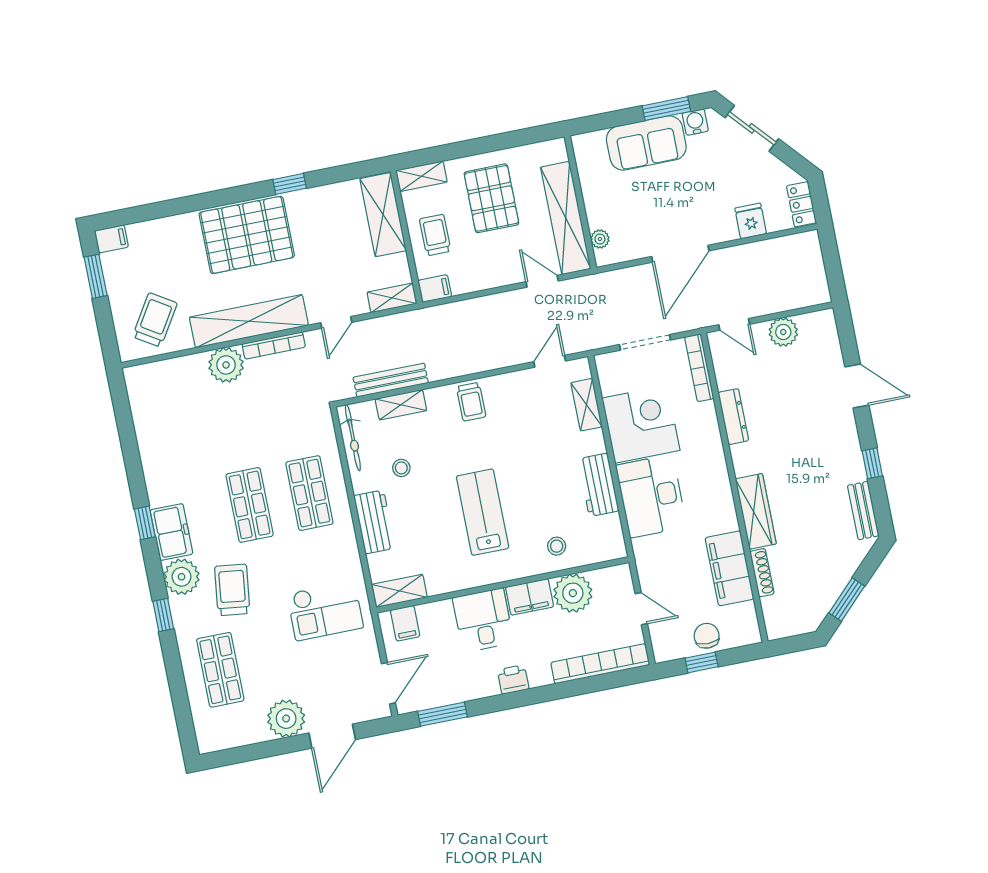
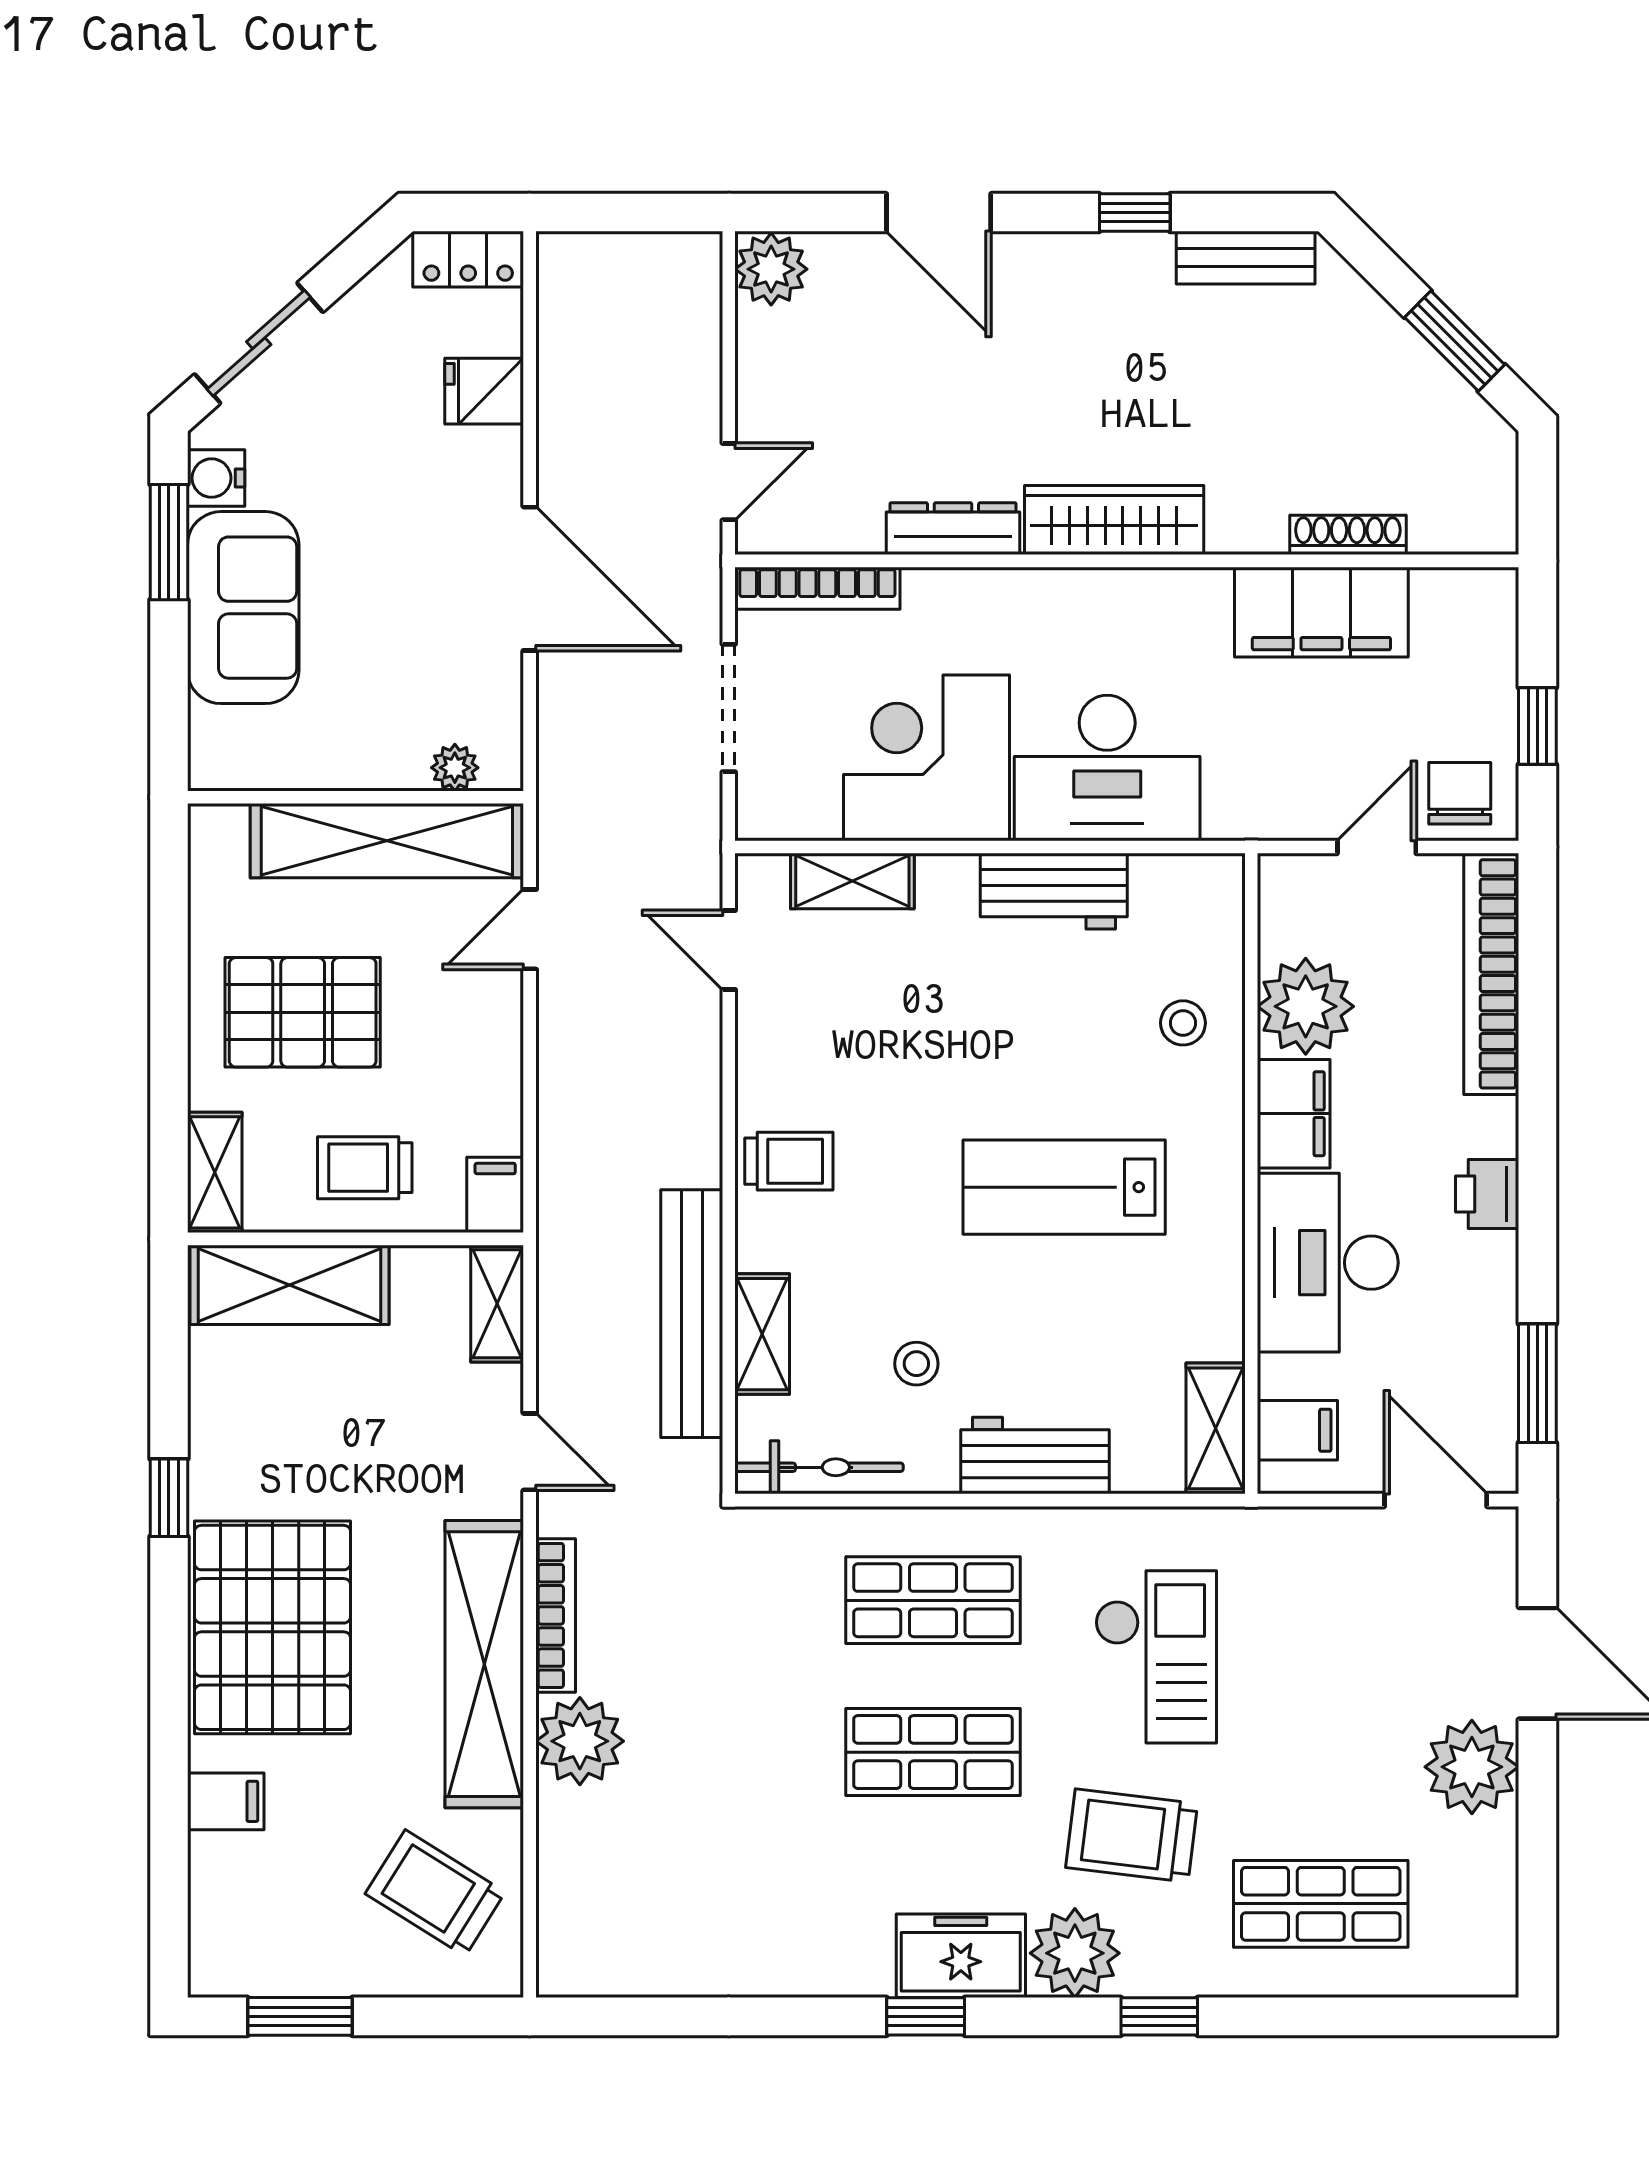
filing cabinet: (111, 239) -> (226, 1801), moved, turned 90
plant: (783, 332) -> (771, 269), moved
bench: (391, 380) -> (692, 1314), width x1.37, depth x1.21
door: (857, 386) -> (939, 213), swing flipped
wardrobe: (756, 511) -> (1114, 520), moved
checkout: (325, 611) -> (1156, 1657), moved
desk: (483, 620) -> (1328, 1263), width x1.37
chair: (707, 636) -> (1460, 793), moved, turned 90

